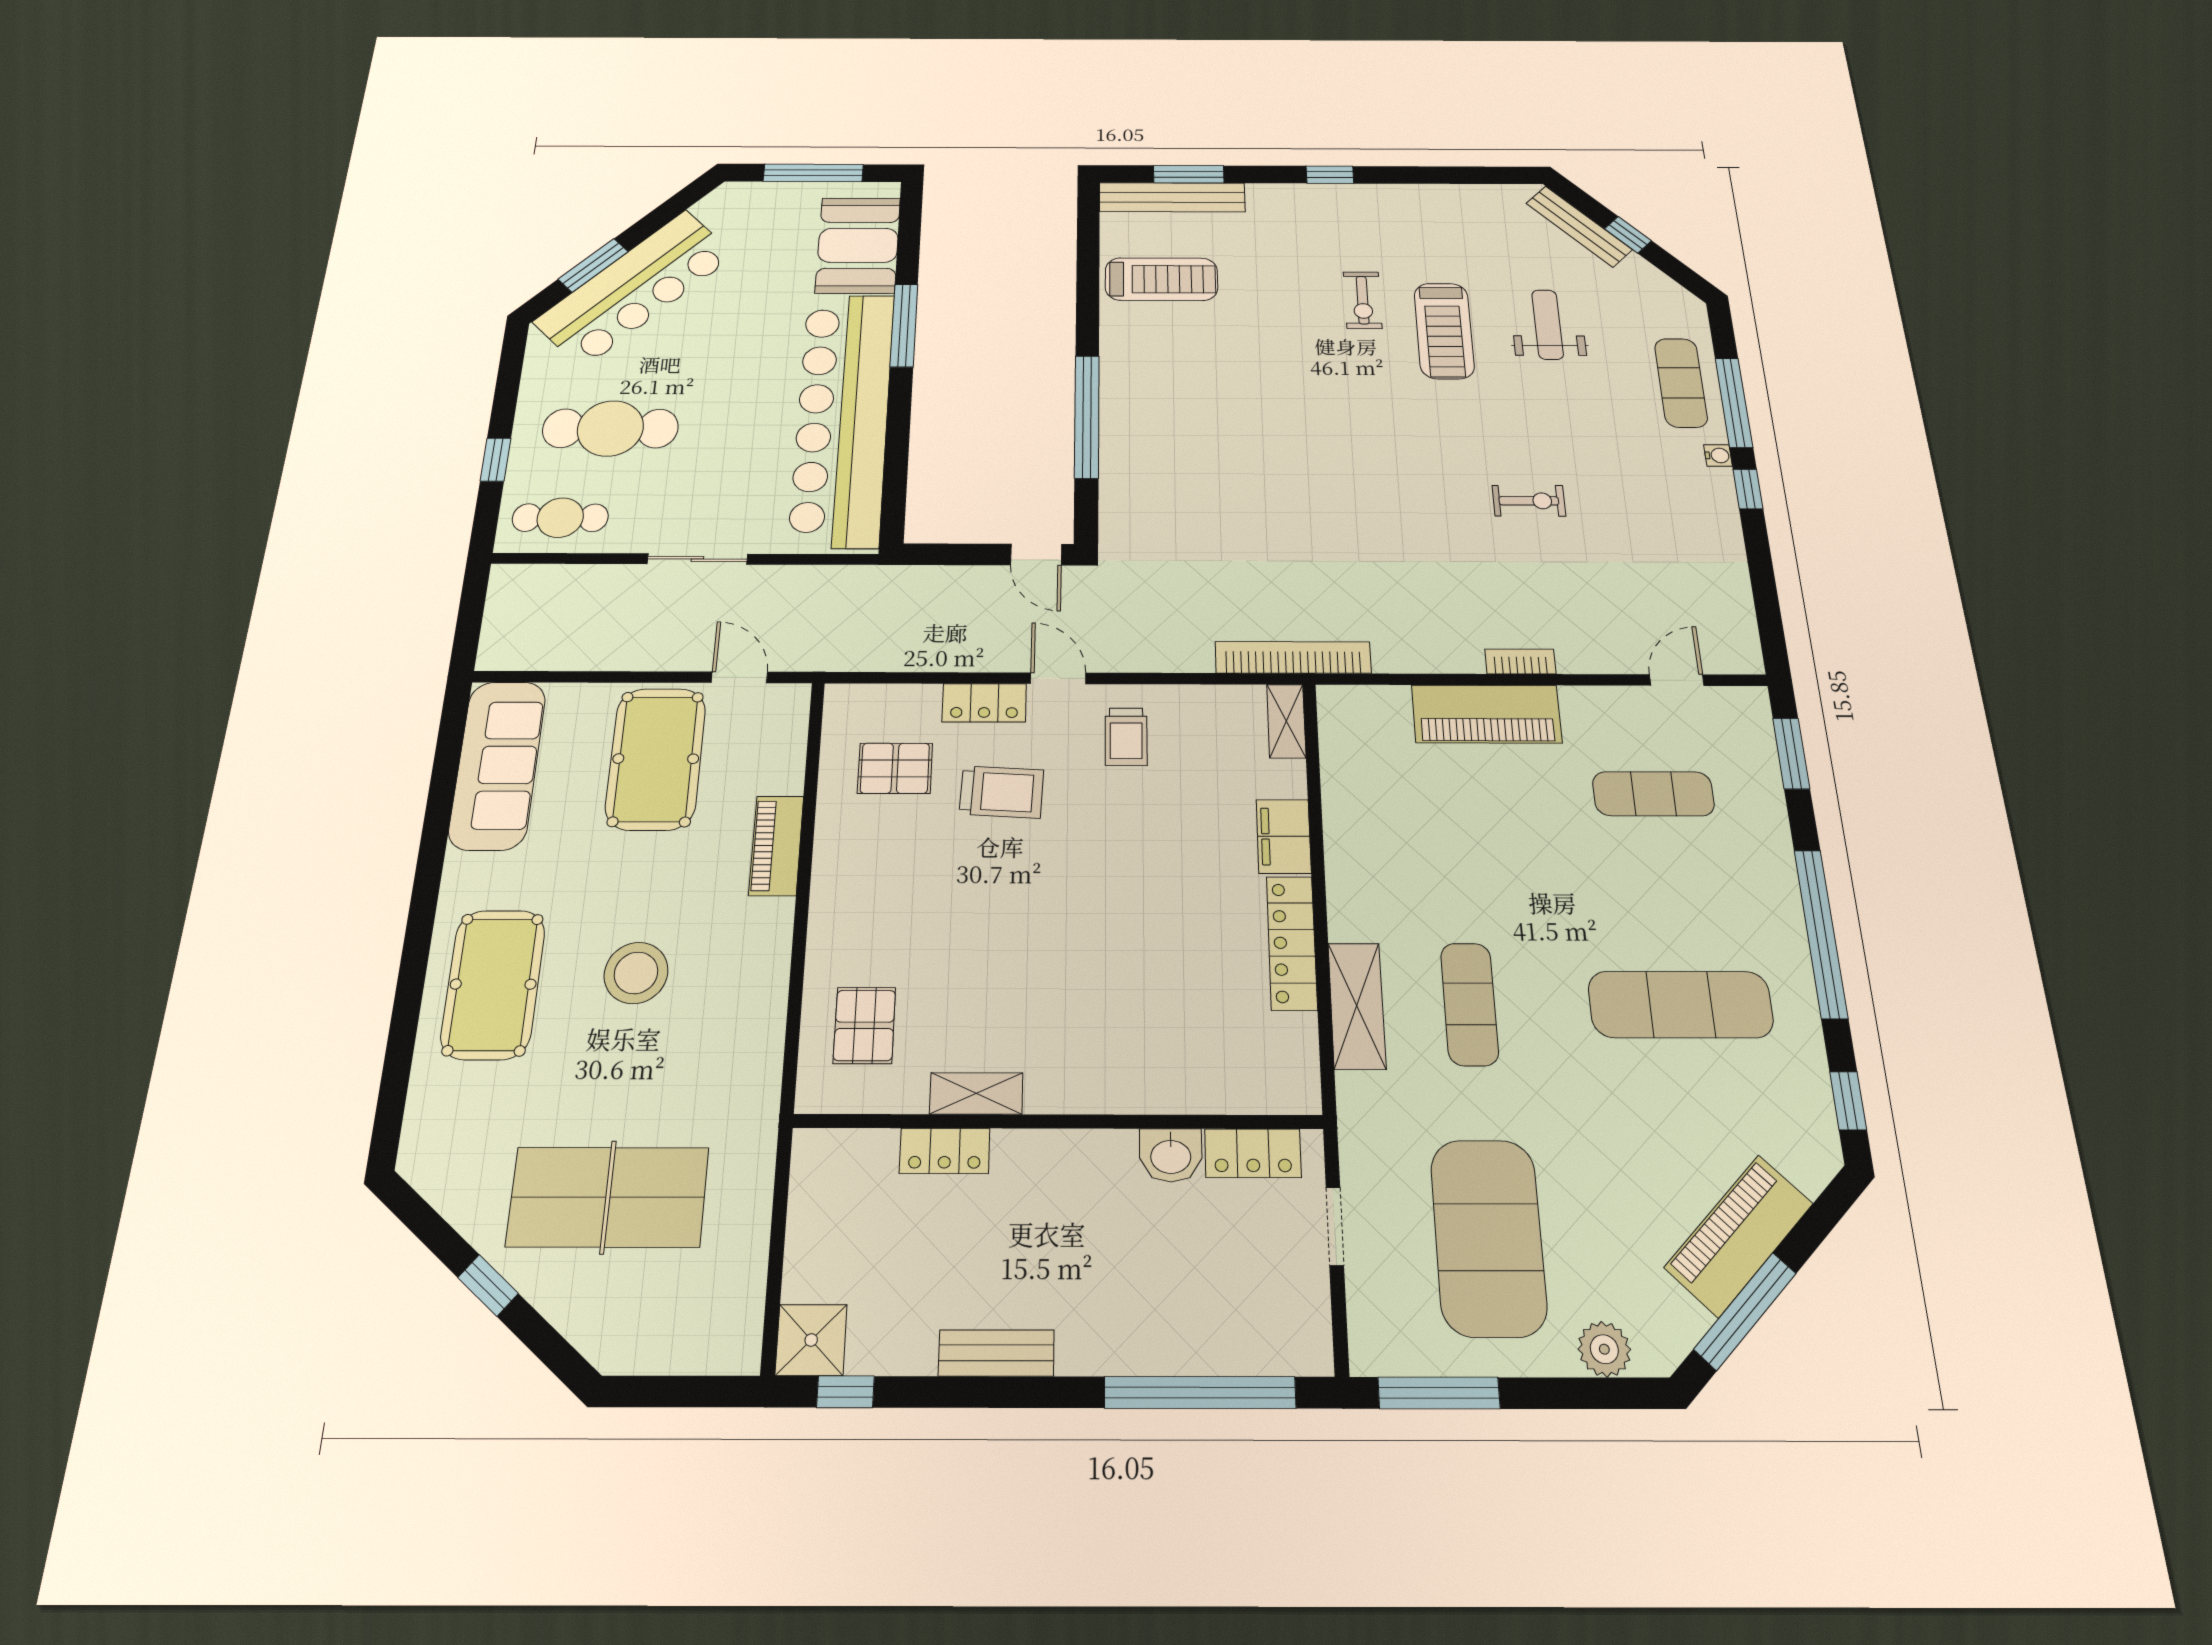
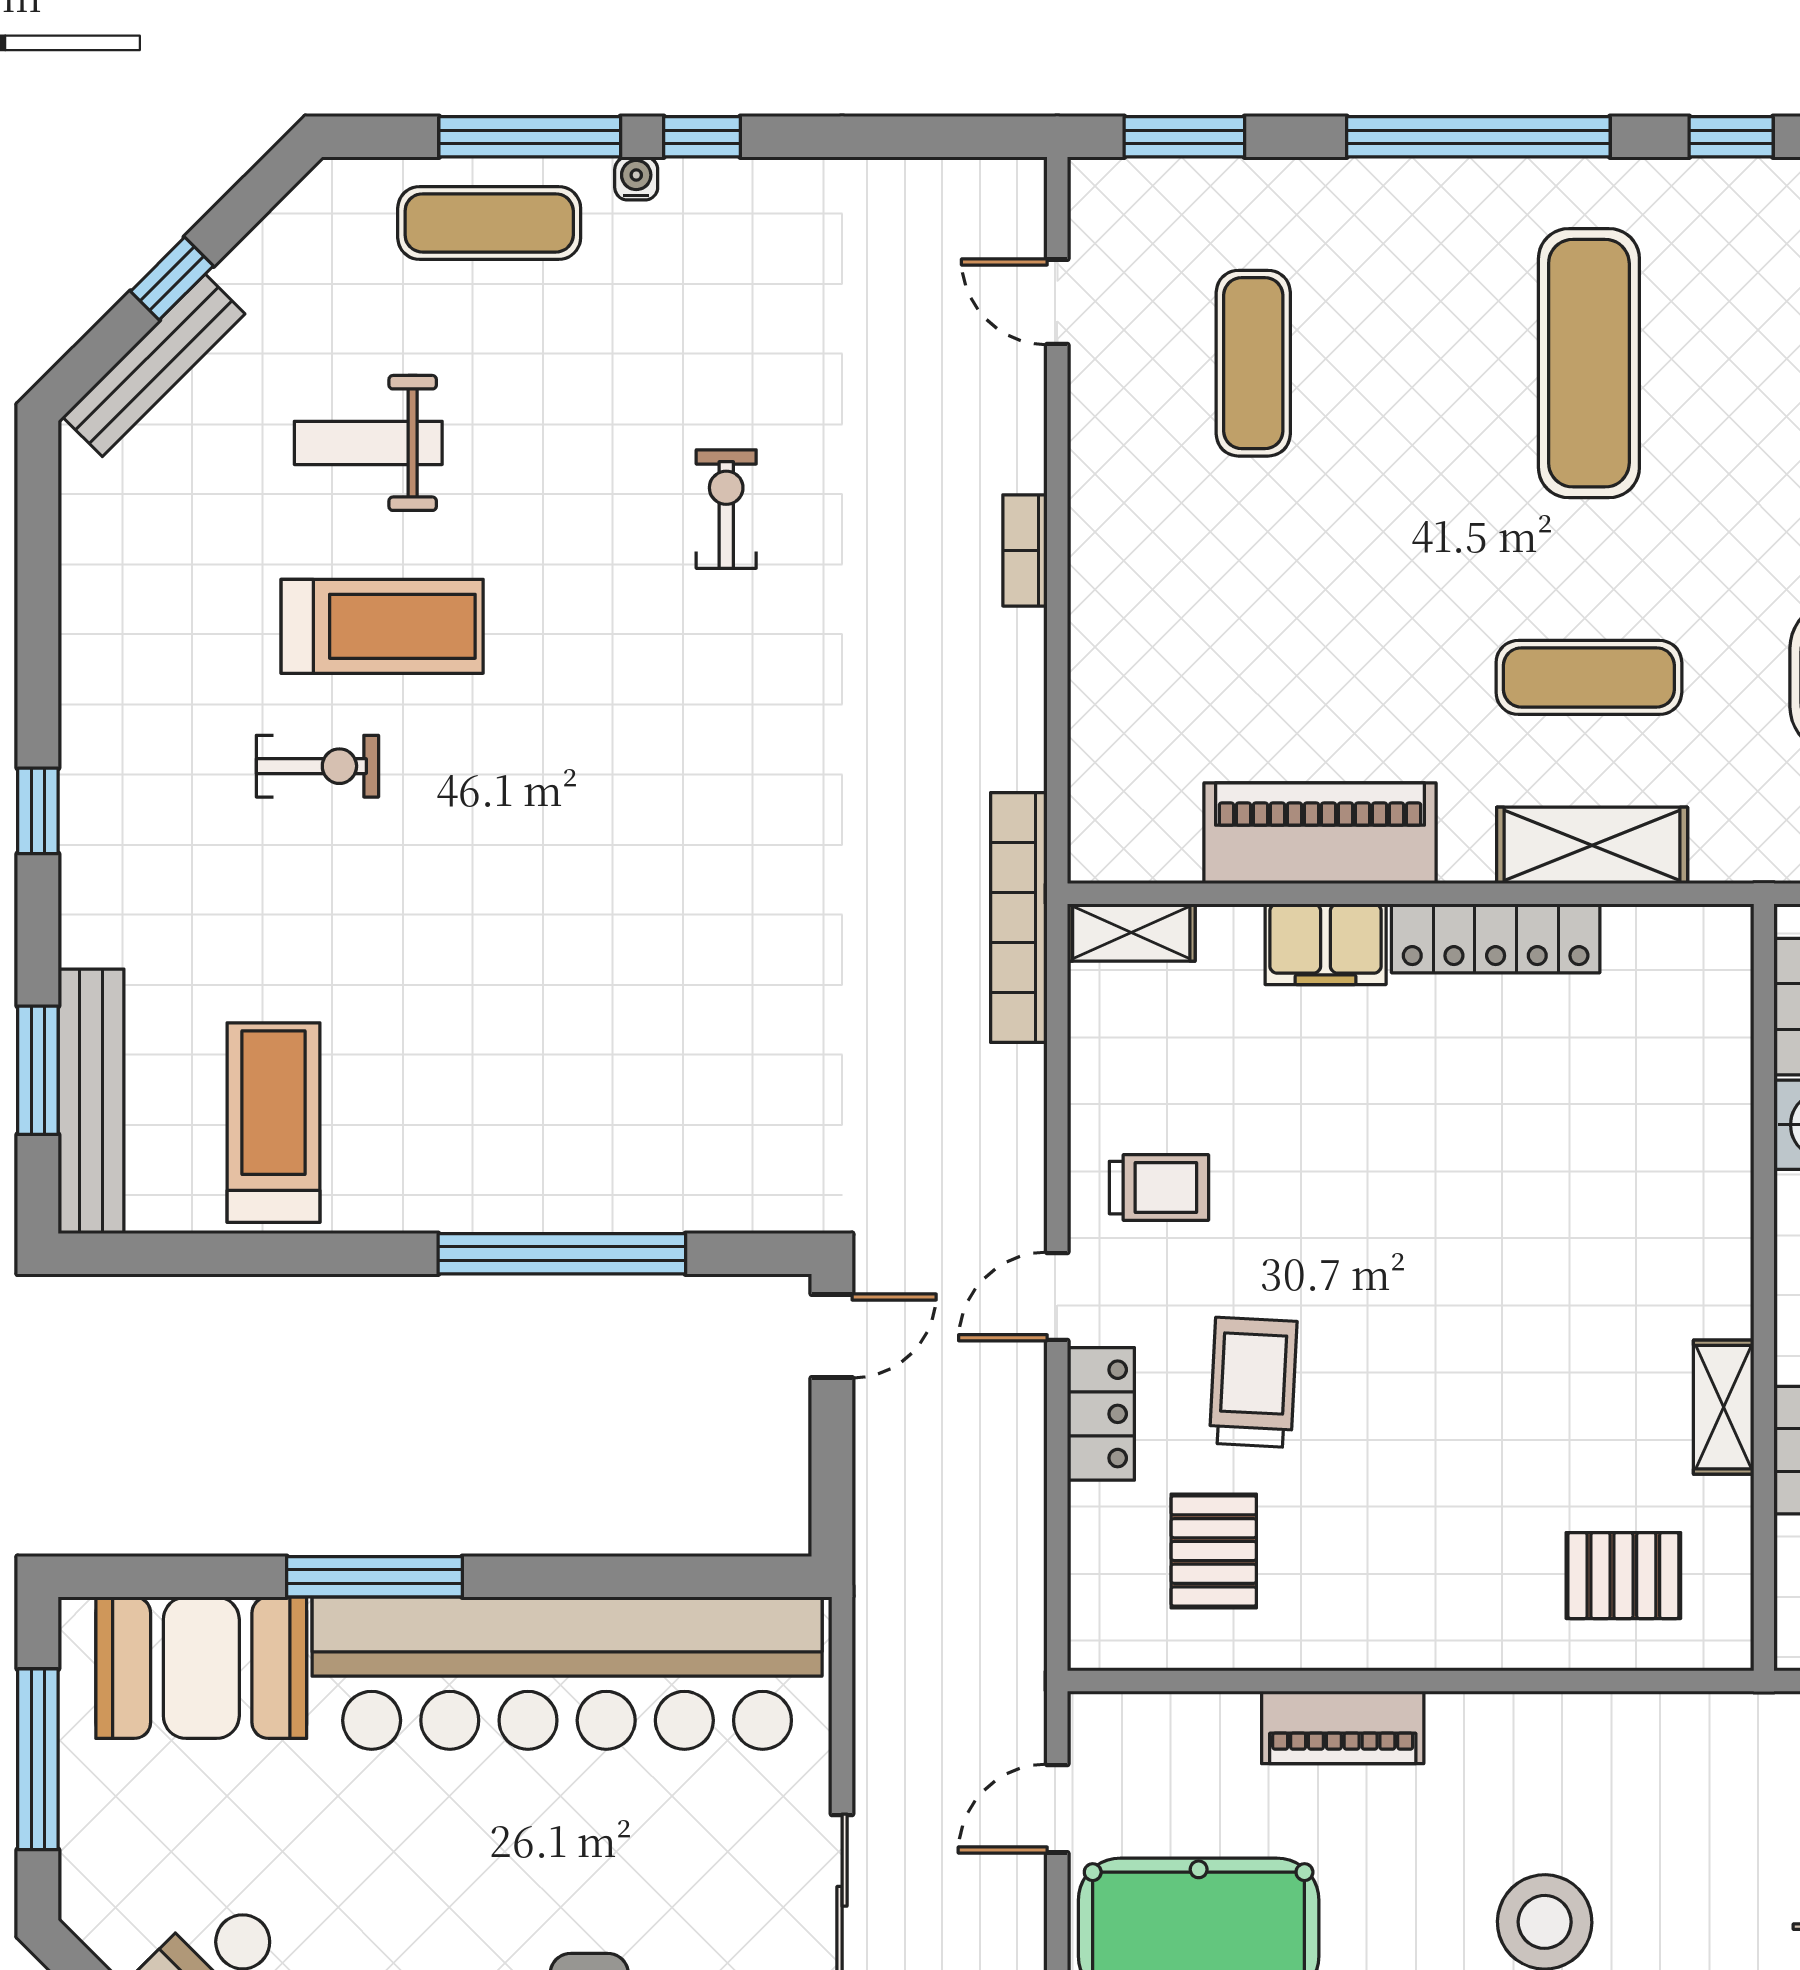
piano: (1486, 714) -> (1320, 833), moved, turned -90

